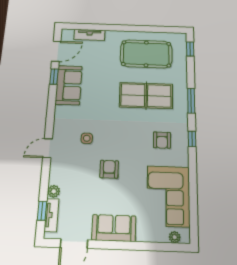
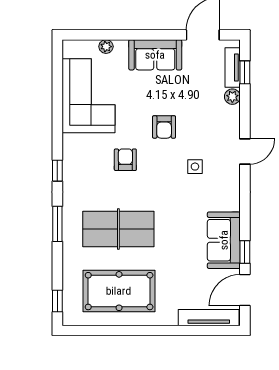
tv unit: (89, 35) -> (209, 318), width x1.41
armchair: (162, 140) -> (125, 160), moved
plant: (175, 237) -> (106, 47), moved

